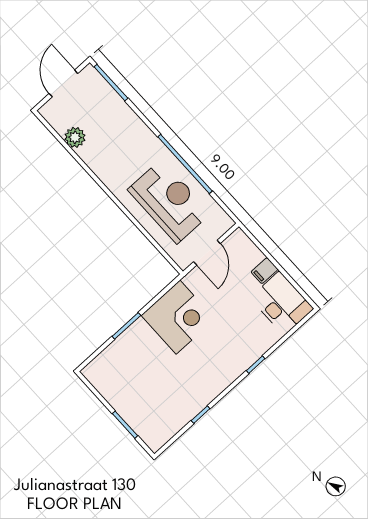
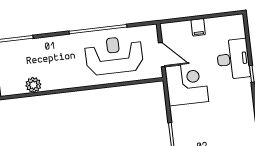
desk: (282, 303) -> (233, 59), moved, turned 90
corner desk: (178, 317) -> (187, 84), moved

